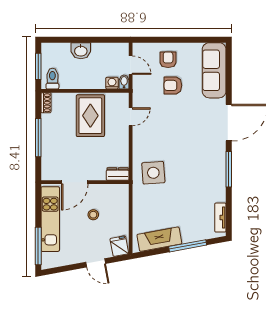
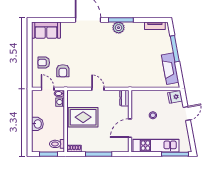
door: (131, 65) -> (48, 89), hinge flipped
sofa: (214, 70) -> (46, 30), width x0.73
armchair: (173, 85) -> (63, 71), moved
door: (131, 117) -> (98, 89), moved
plant: (218, 166) -> (119, 28), added
side table: (153, 173) -> (123, 73), removed
door: (75, 182) -> (130, 128), swing flipped

